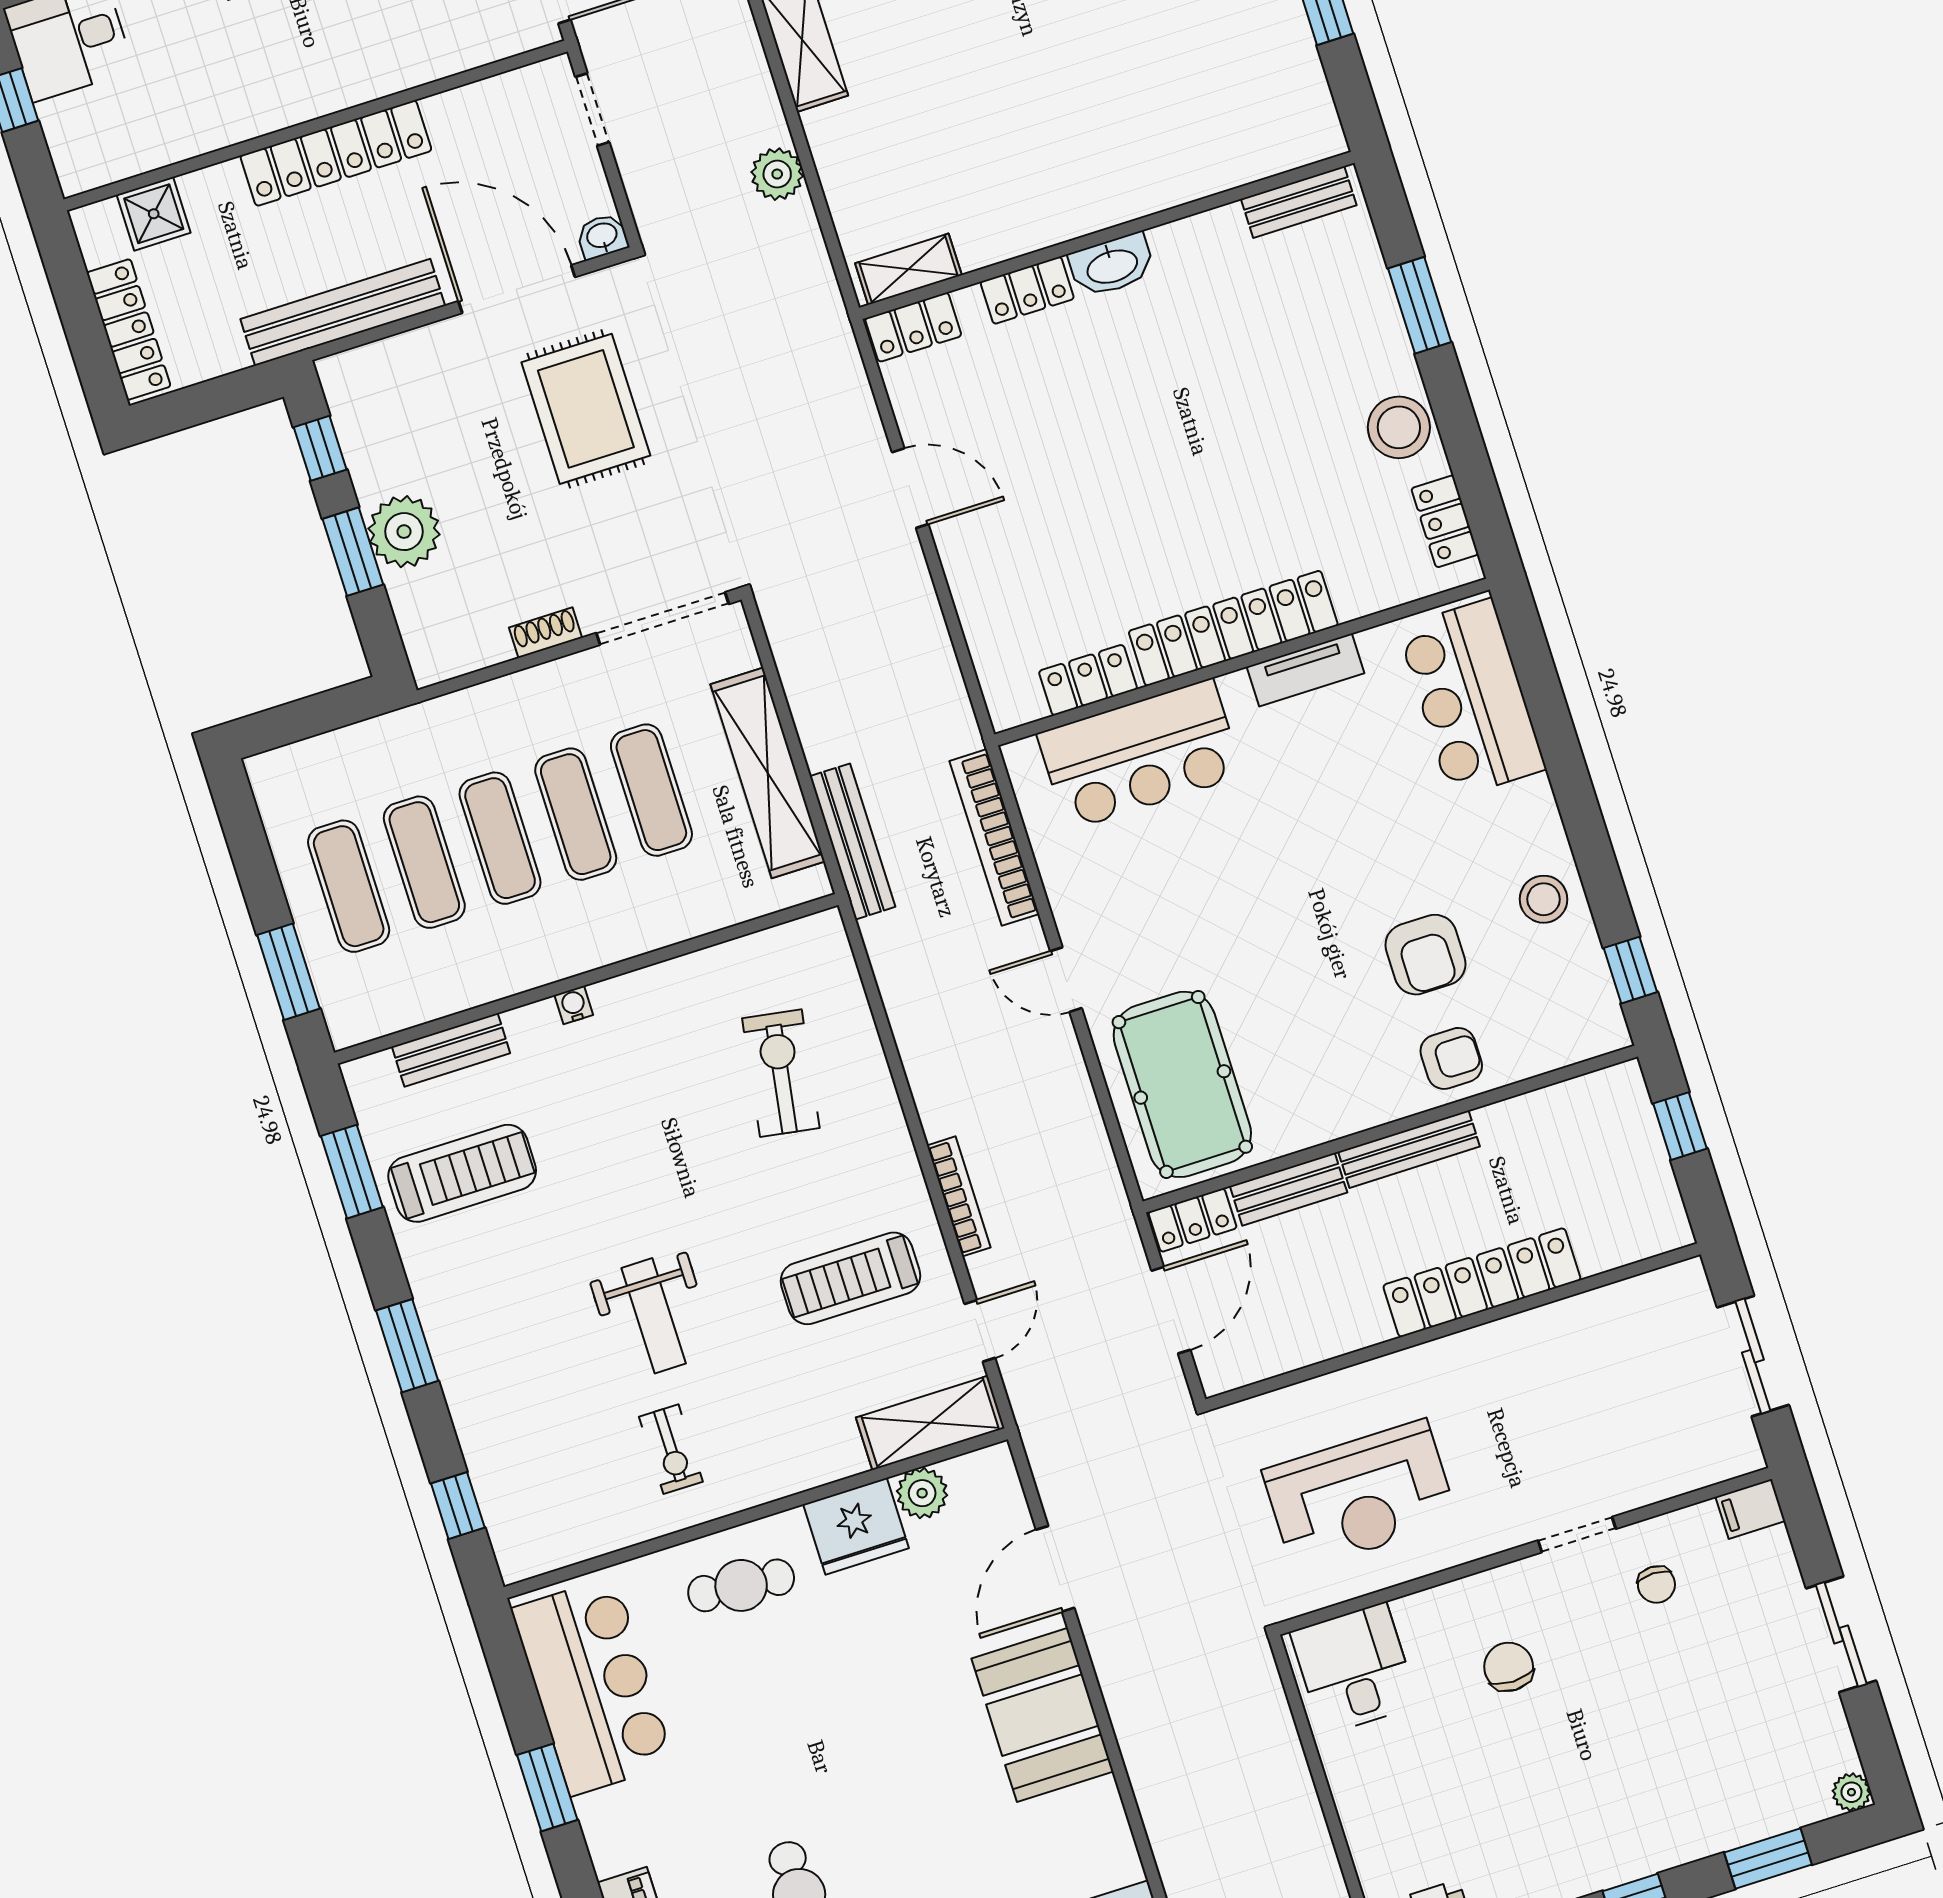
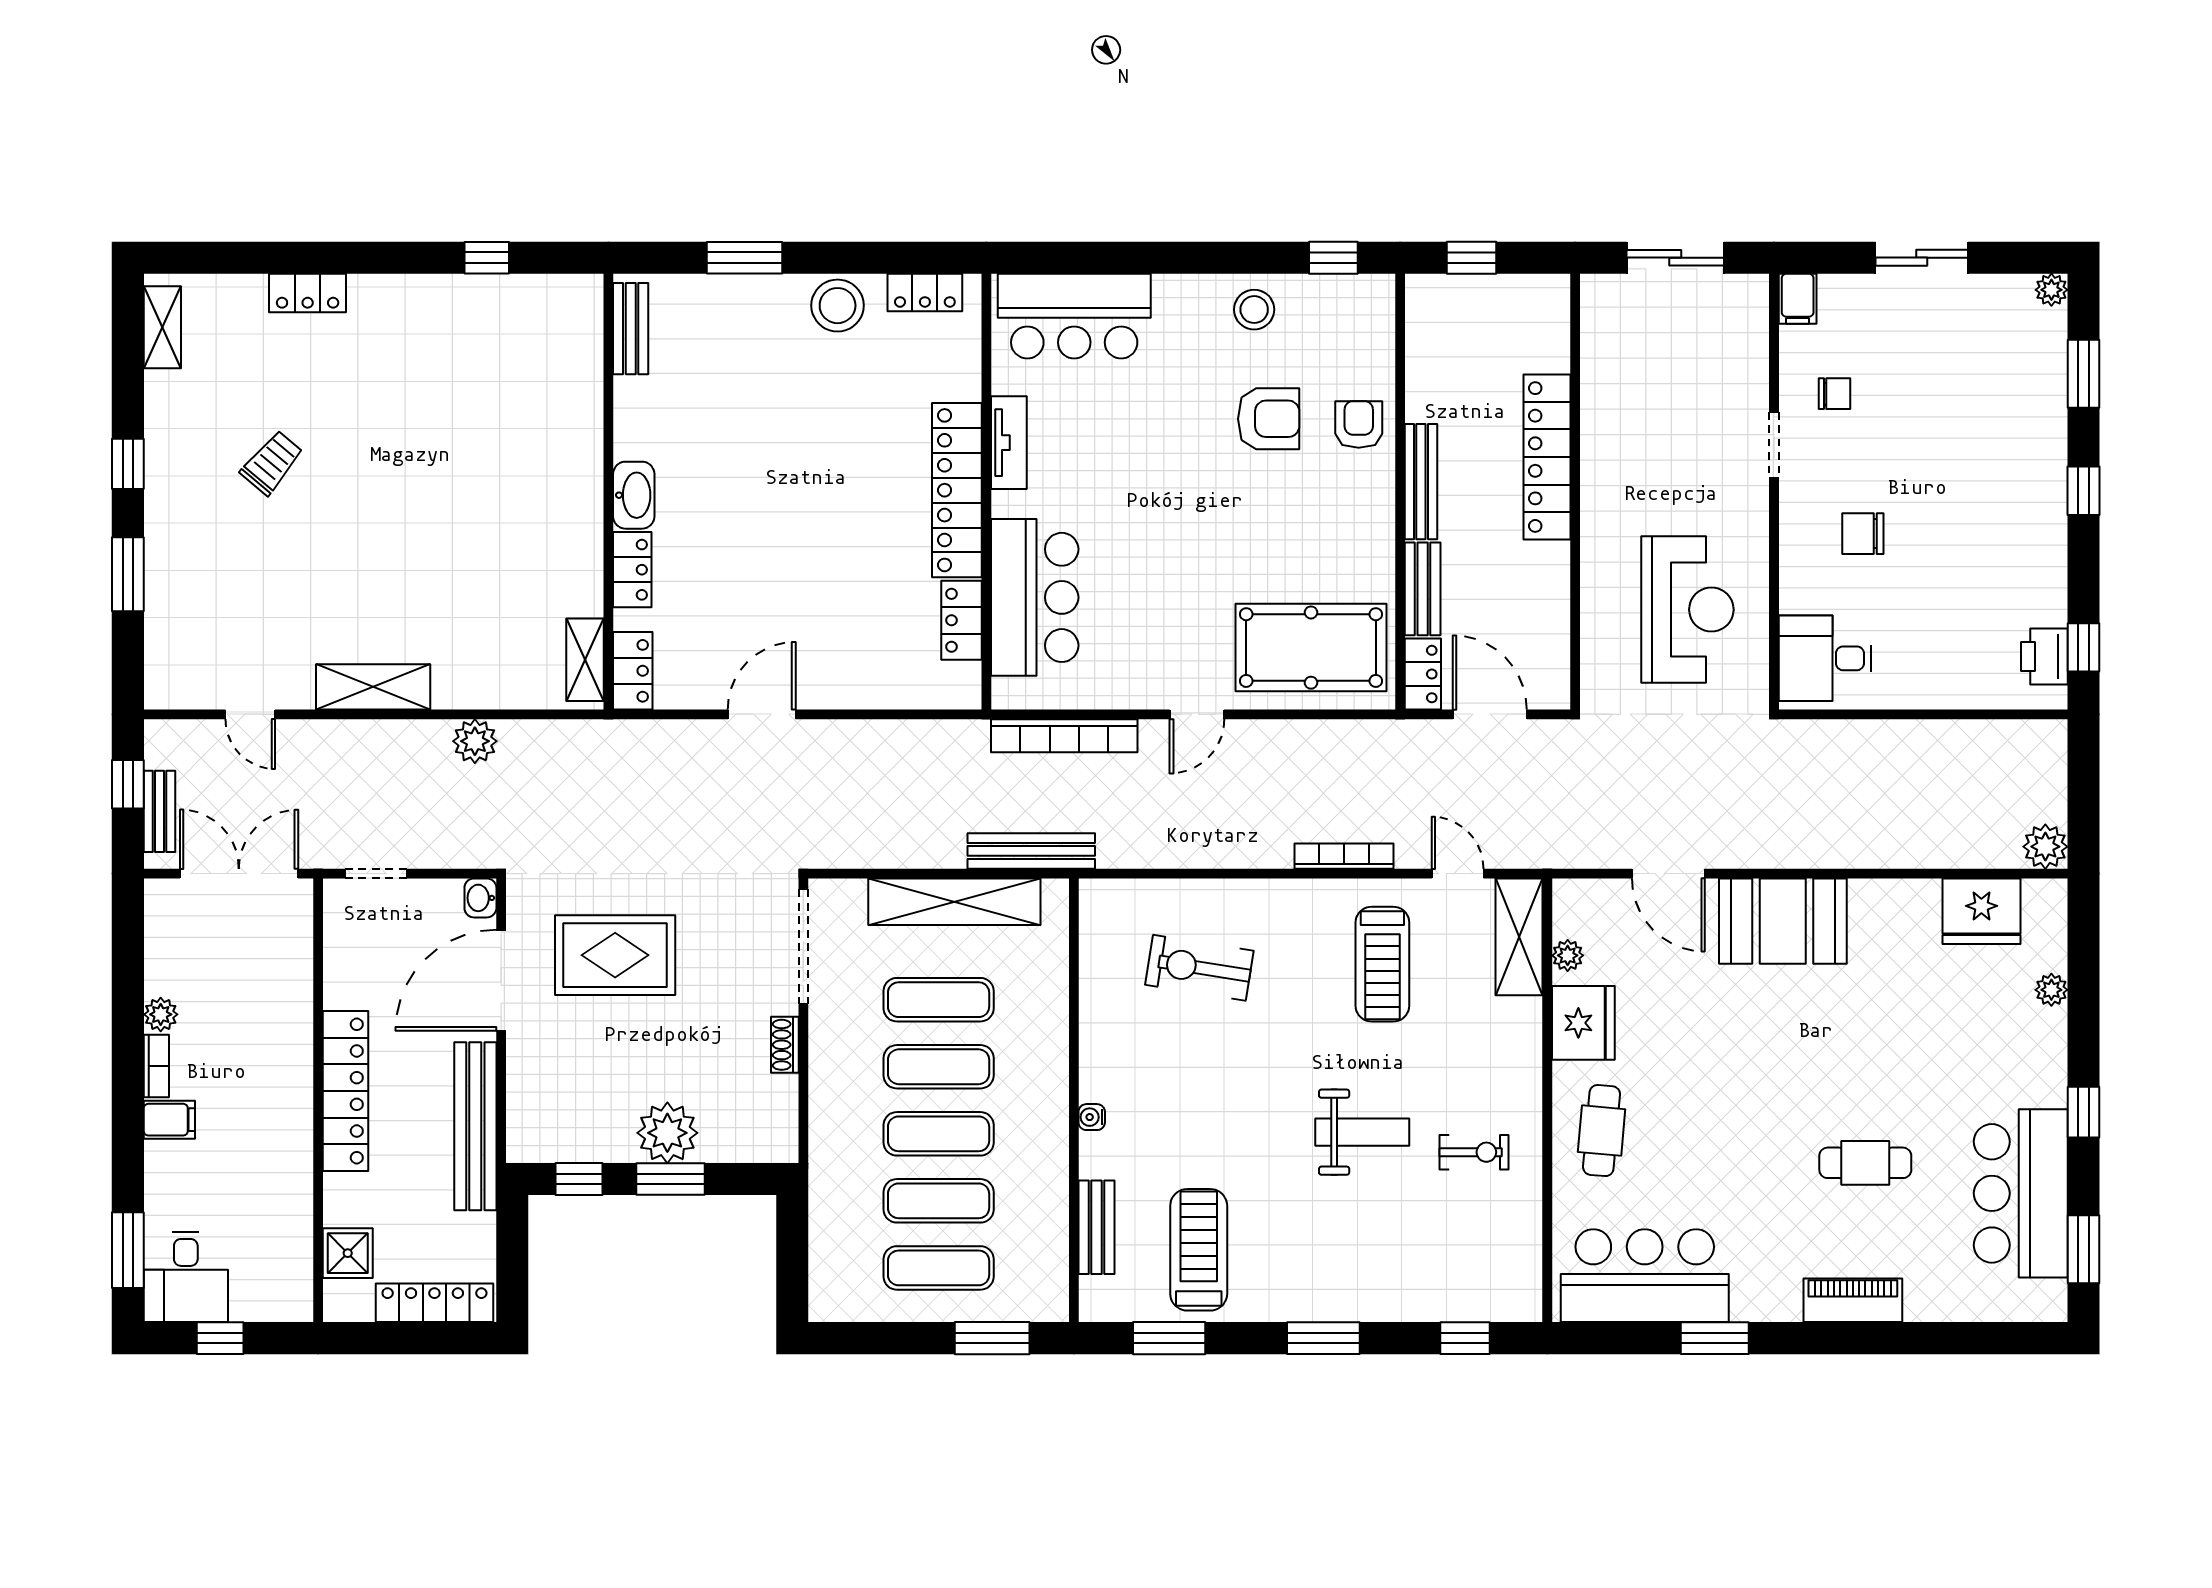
plant: (922, 1493) -> (1568, 955), width x0.73, depth x0.73

